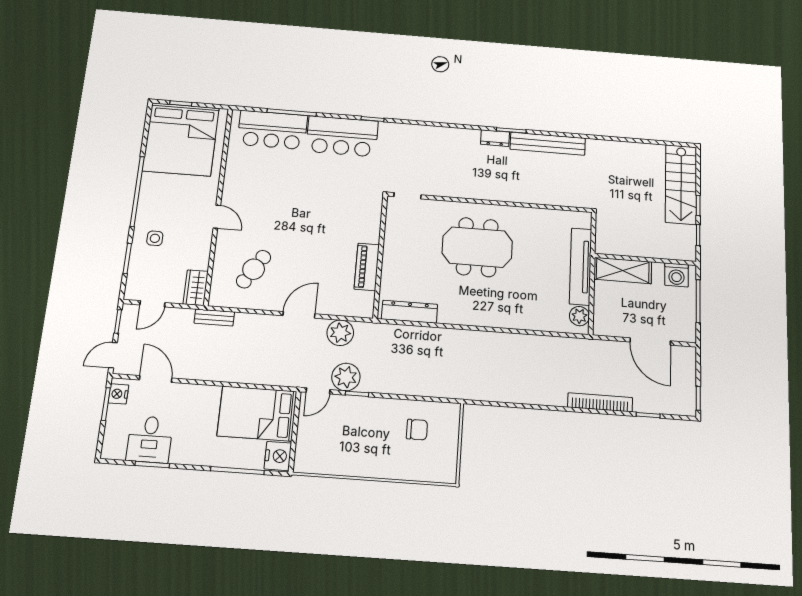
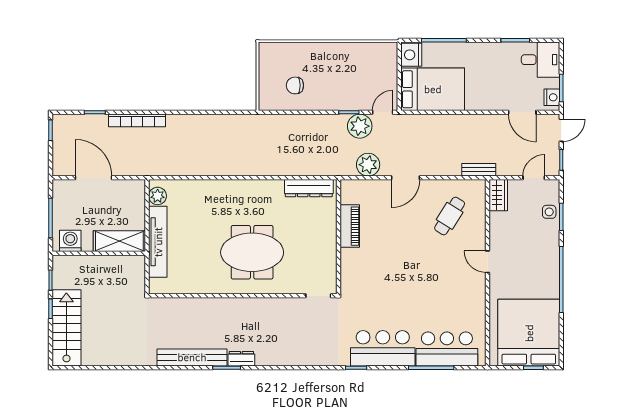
side table: (155, 238) -> (549, 212), moved
desk: (150, 439) -> (541, 60), moved, turned 90

